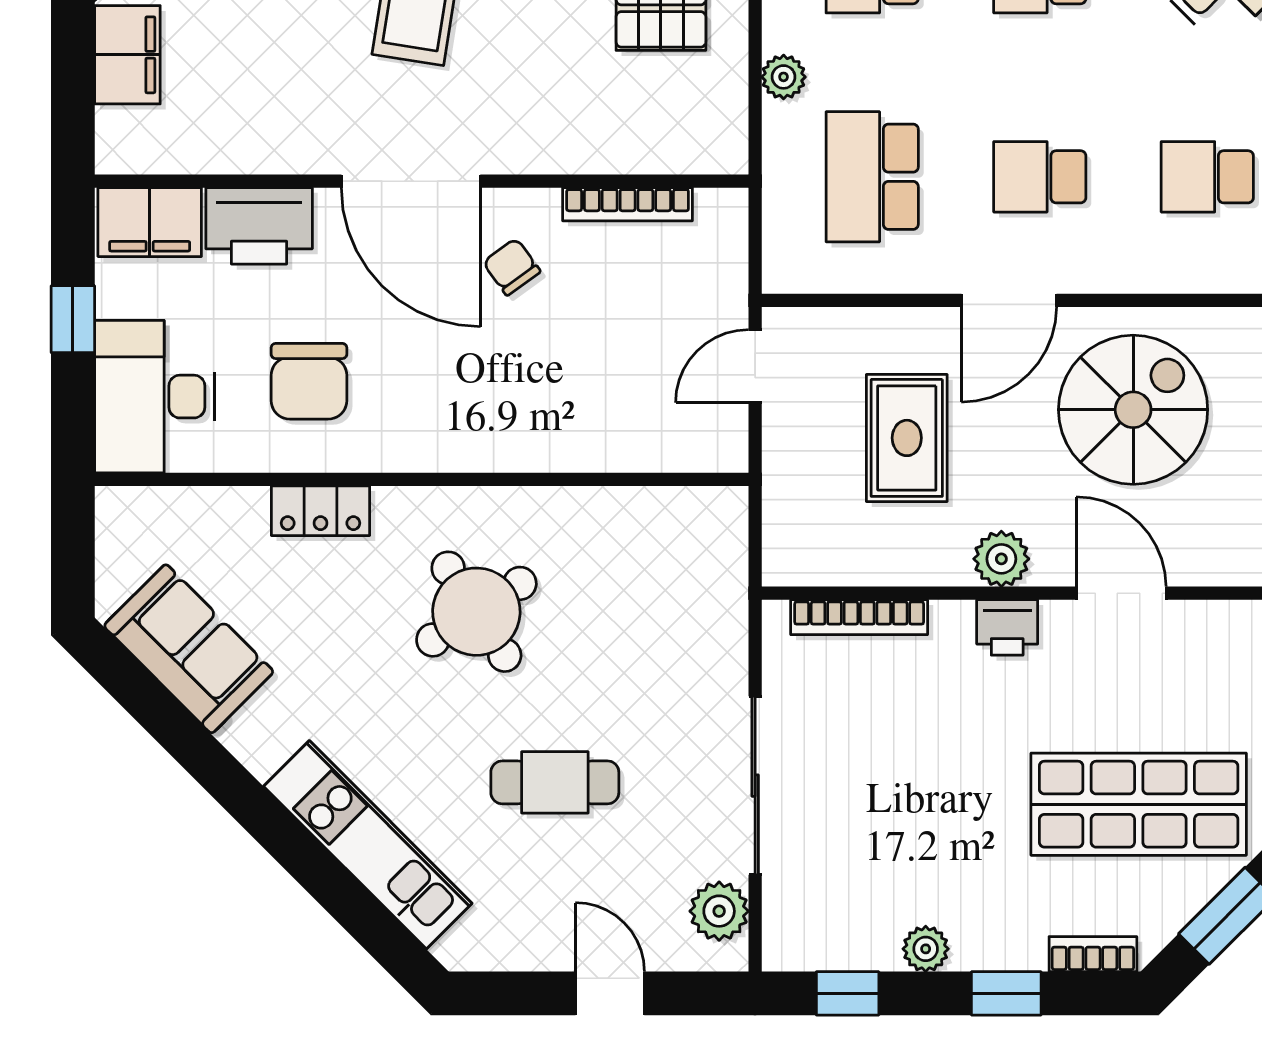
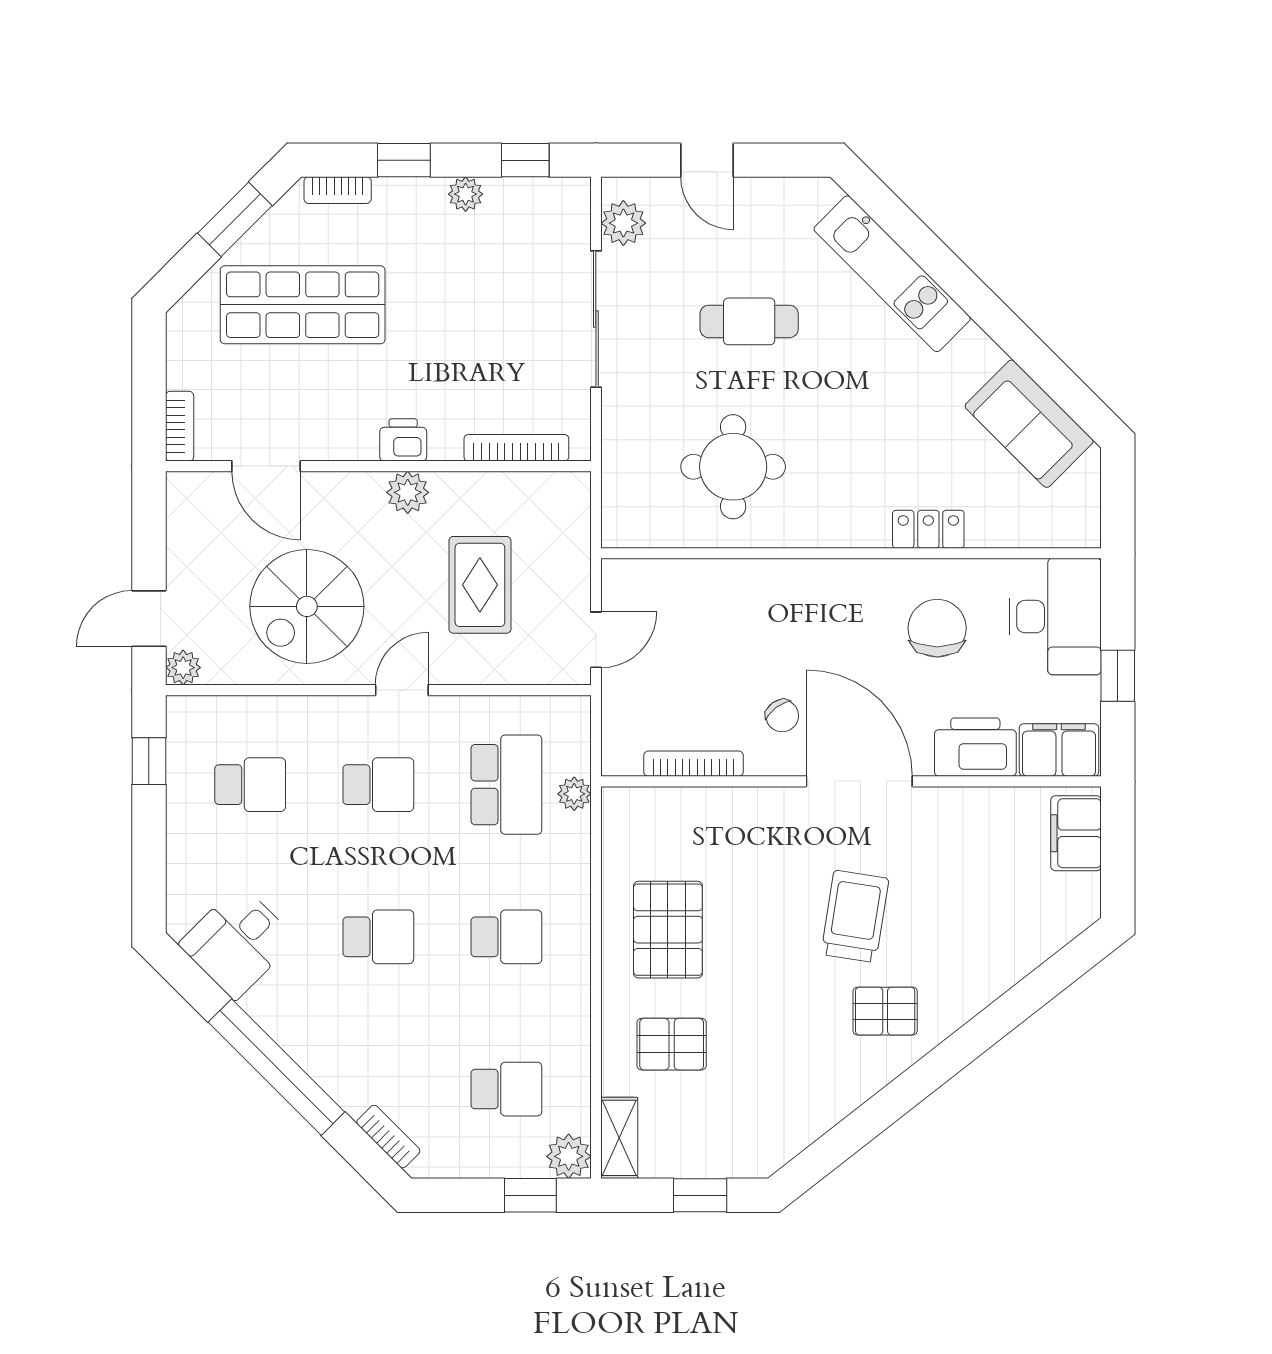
filing cabinet: (127, 55) -> (1076, 833), moved
plant: (784, 77) -> (574, 794), moved
door: (1009, 300) -> (402, 690), width x0.73
door: (1121, 593) -> (266, 466), moved
round table: (476, 612) -> (733, 467), moved, turned 33

